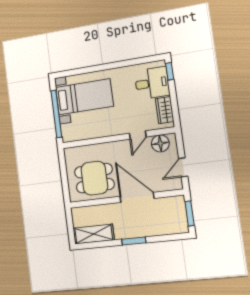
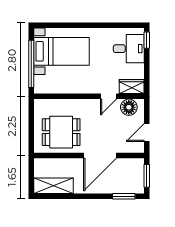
wardrobe: (165, 110) -> (132, 87), moved, turned 90
door: (137, 197) -> (100, 156), swing flipped
window: (134, 241) -> (124, 196), moved

